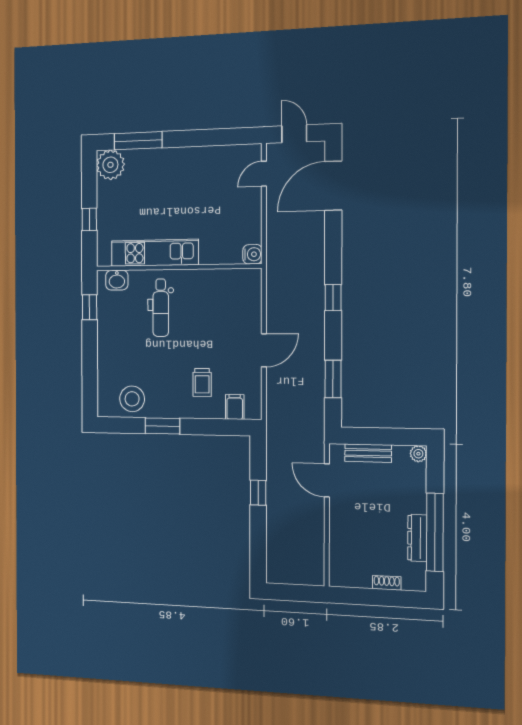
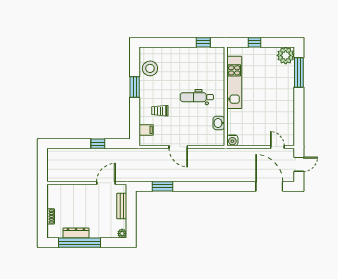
washbasin: (117, 280) -> (219, 123), moved
window: (333, 298) -> (208, 186), removed
dental chair: (161, 308) -> (197, 97), moved

